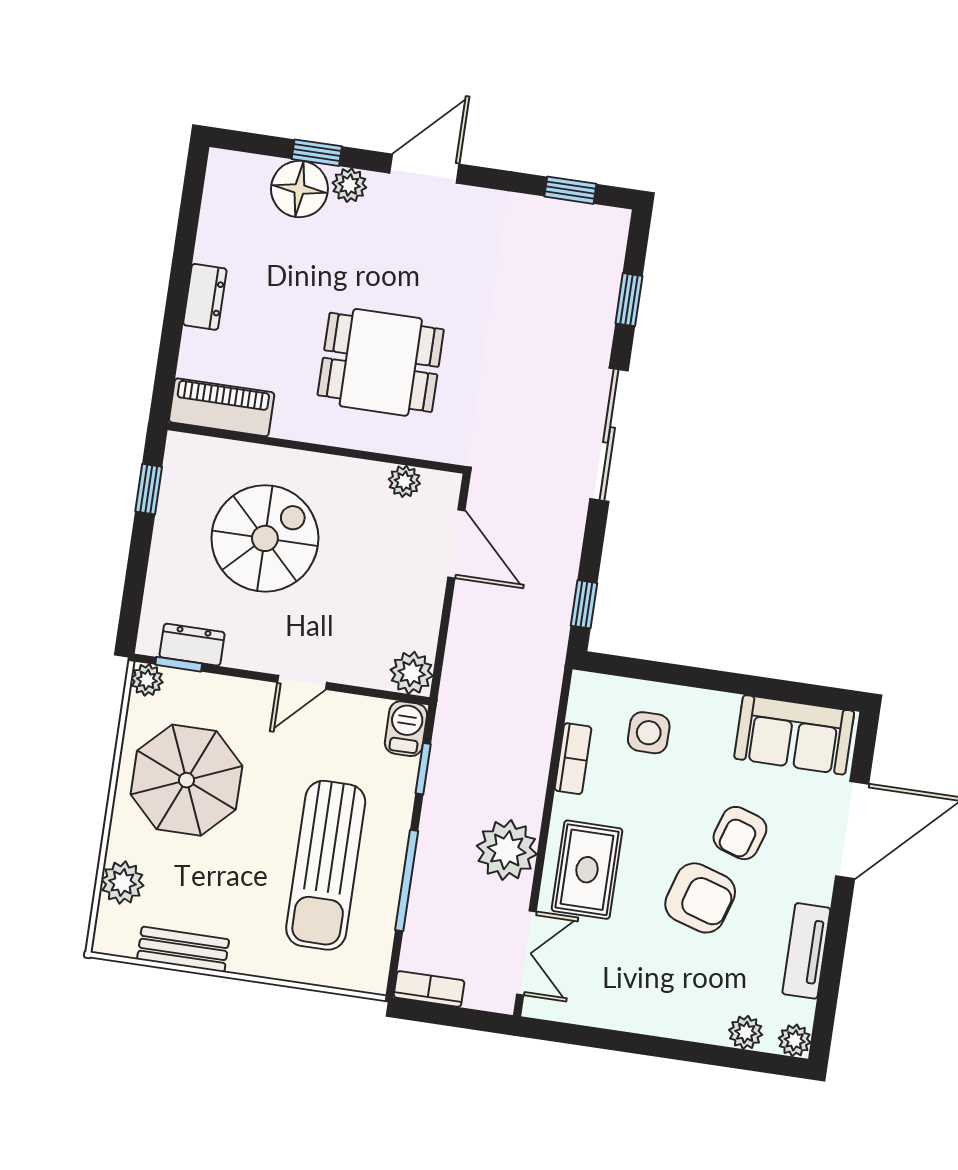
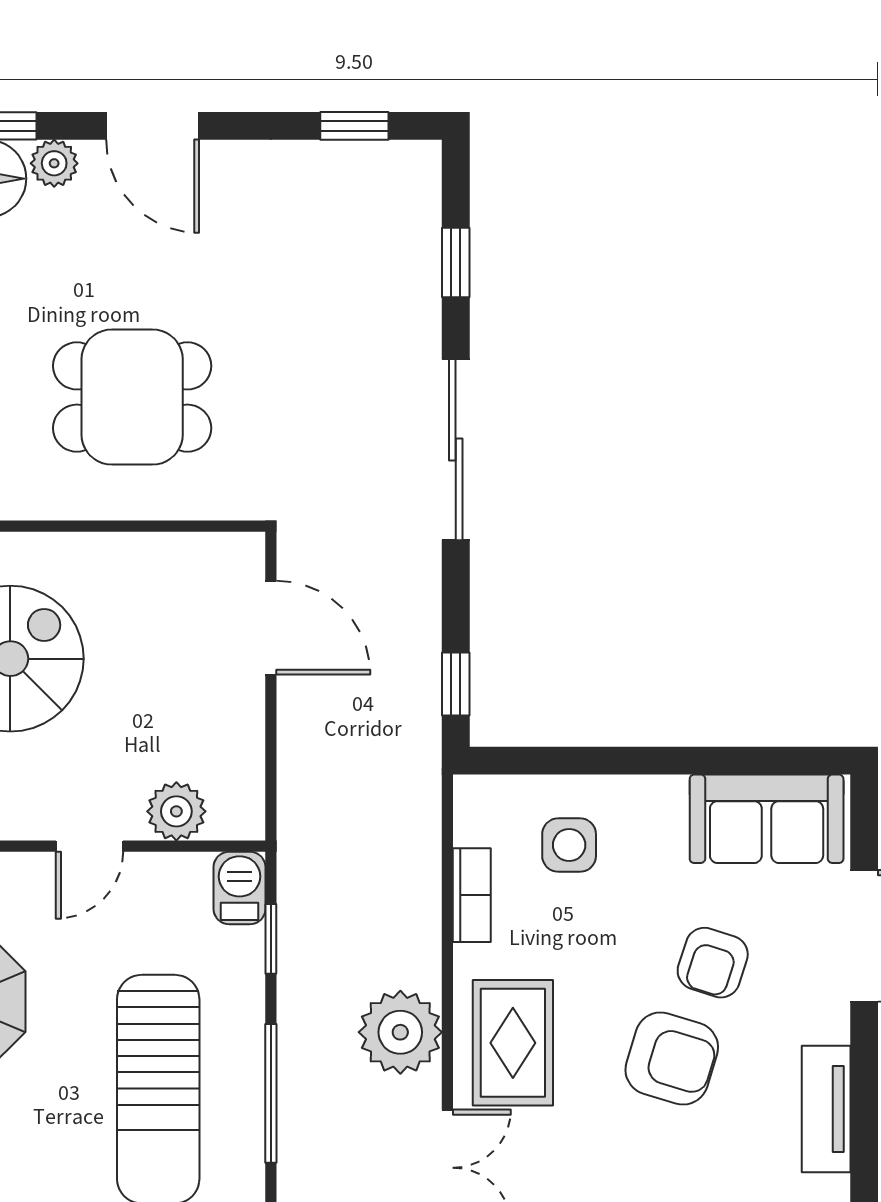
door: (424, 169) -> (153, 126), swing flipped
plant: (404, 481) -> (188, 553), removed
plant: (412, 673) -> (176, 811), moved

